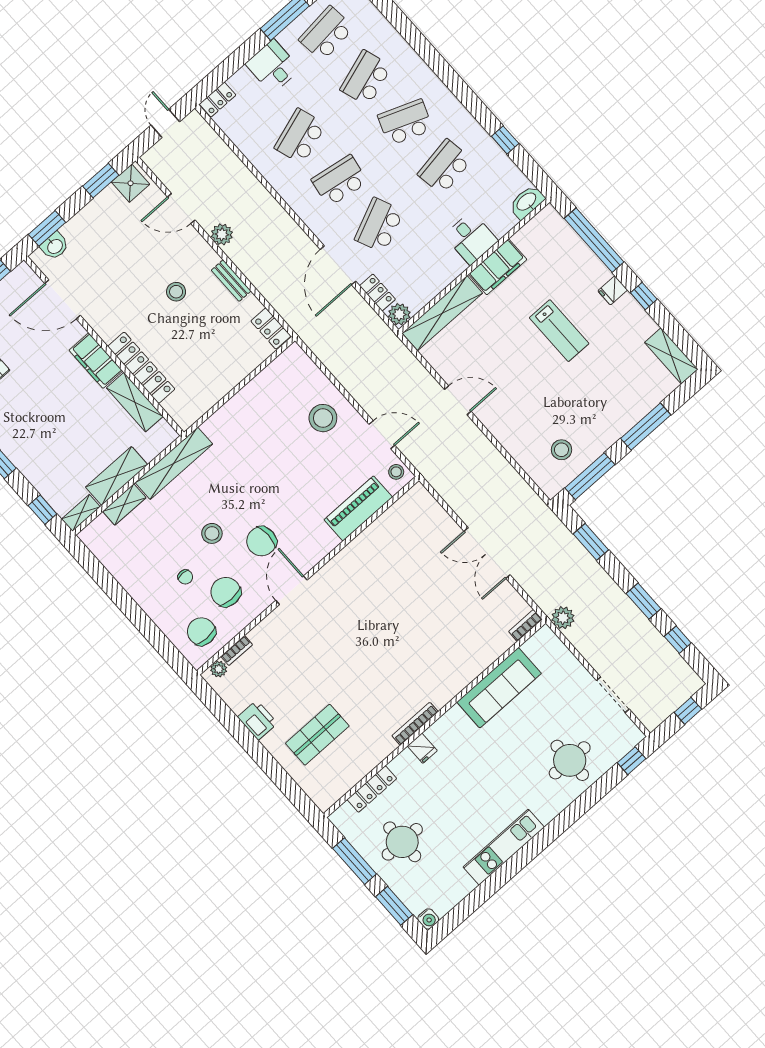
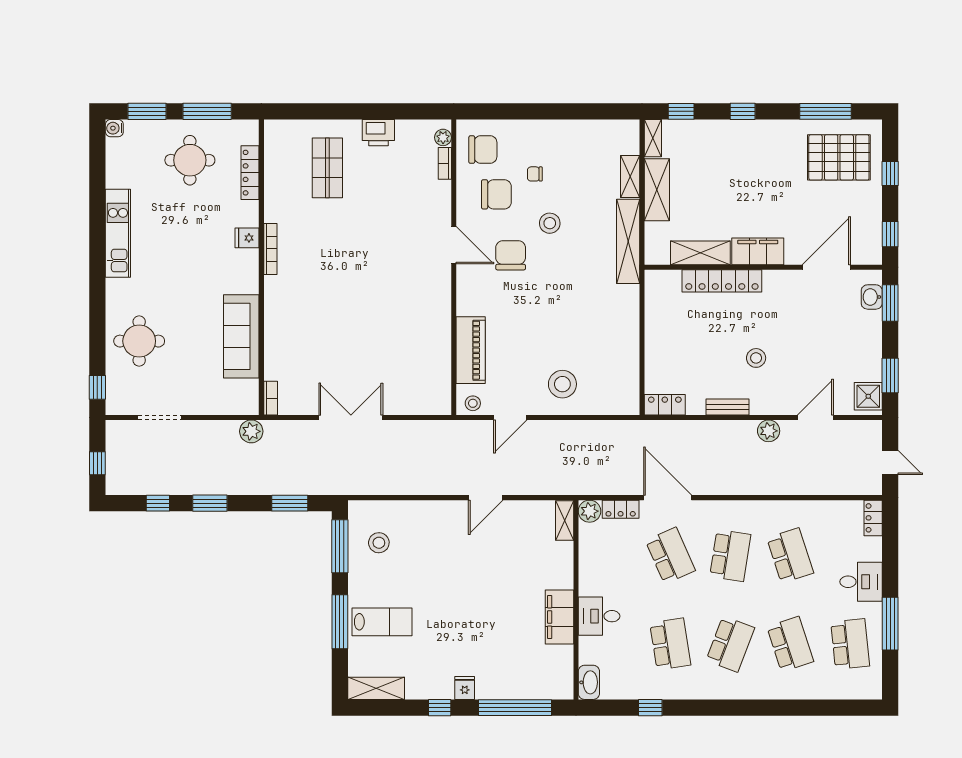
shelving: (442, 313) -> (565, 520), width x0.45, depth x0.75
lab bench: (559, 331) -> (382, 622), moved, turned 180

